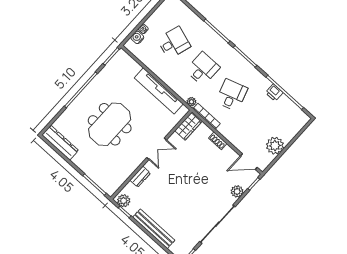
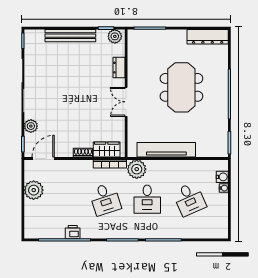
desk: (174, 43) -> (189, 199), turned -42
plant: (192, 102) -> (137, 169), width x1.87, depth x1.87
wardrobe: (188, 126) -> (107, 150), moved, turned 90

